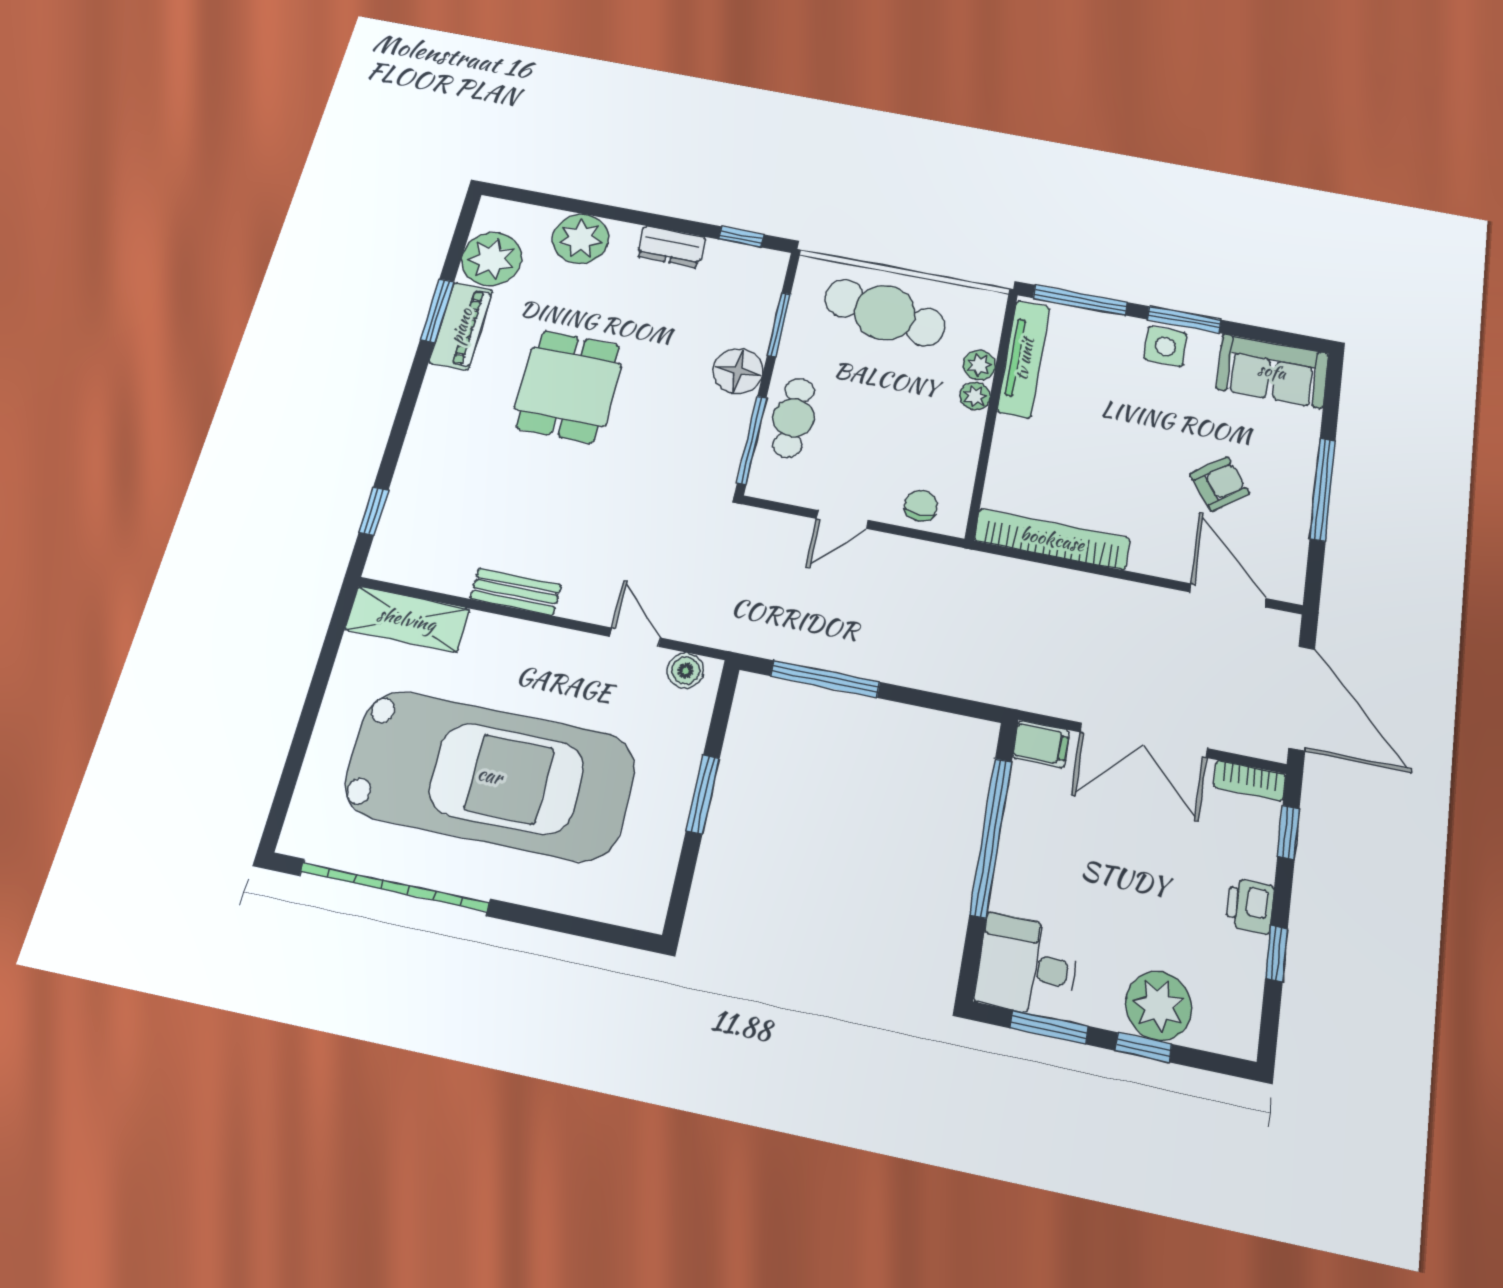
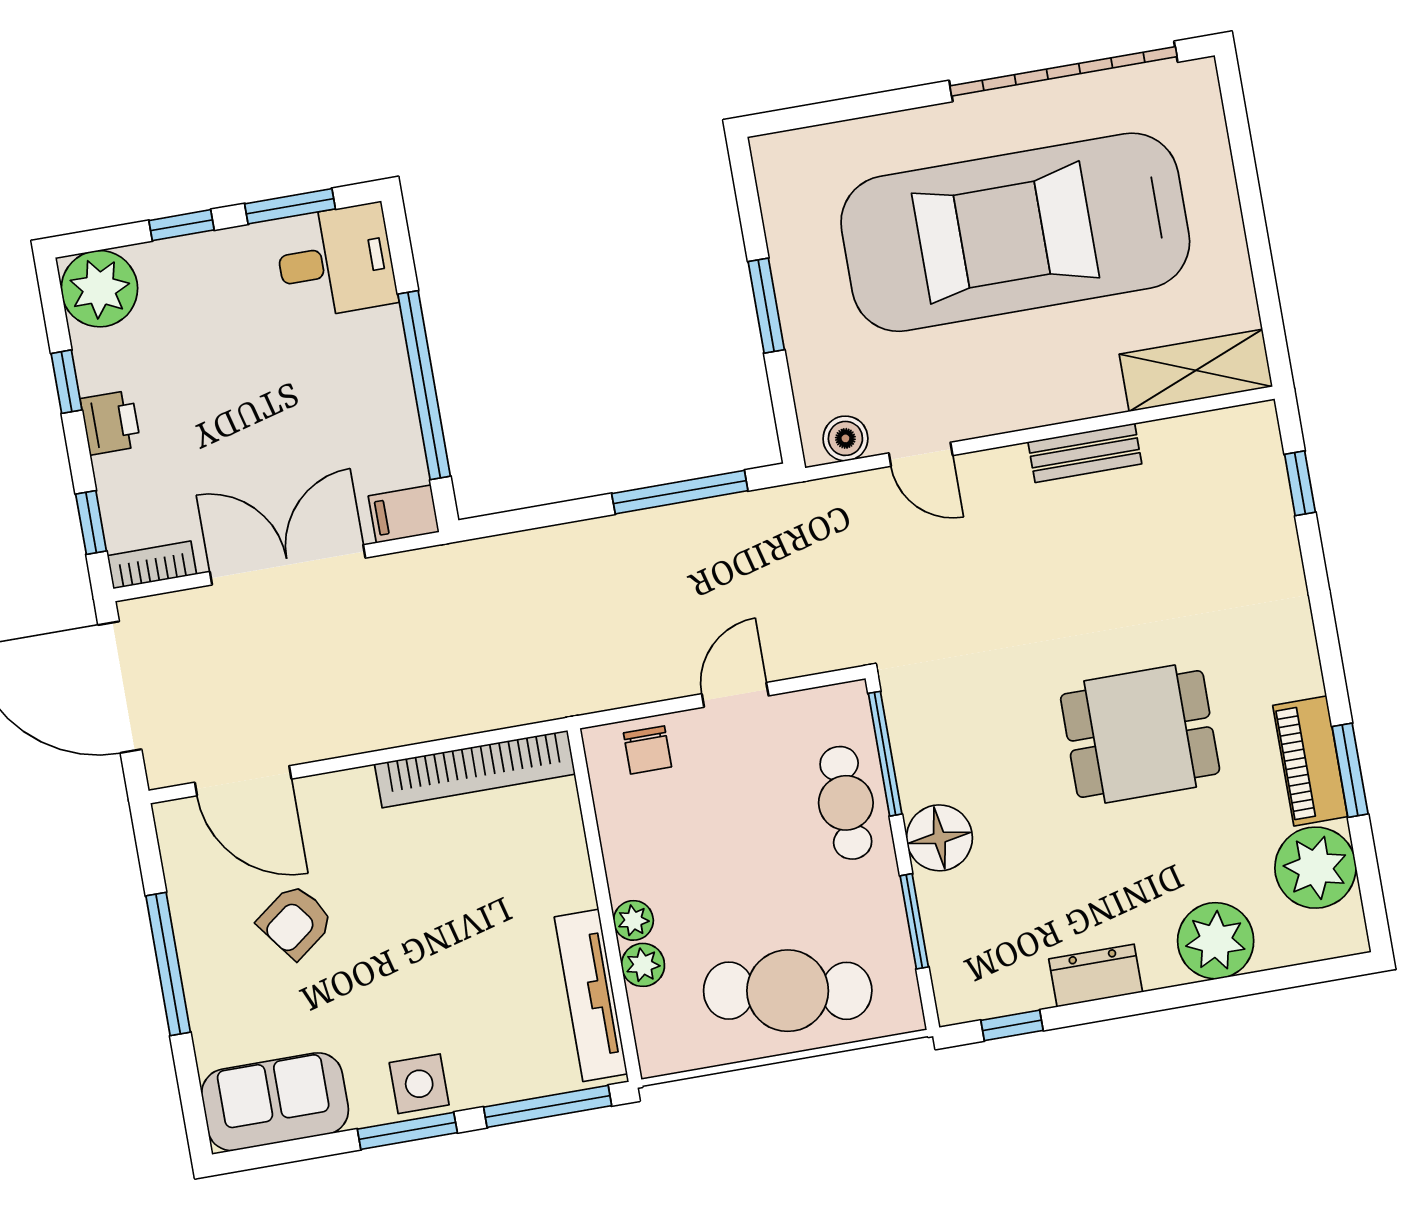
dining table: (568, 386) -> (1140, 734), turned 90
plant: (1159, 1006) -> (99, 289), moved

